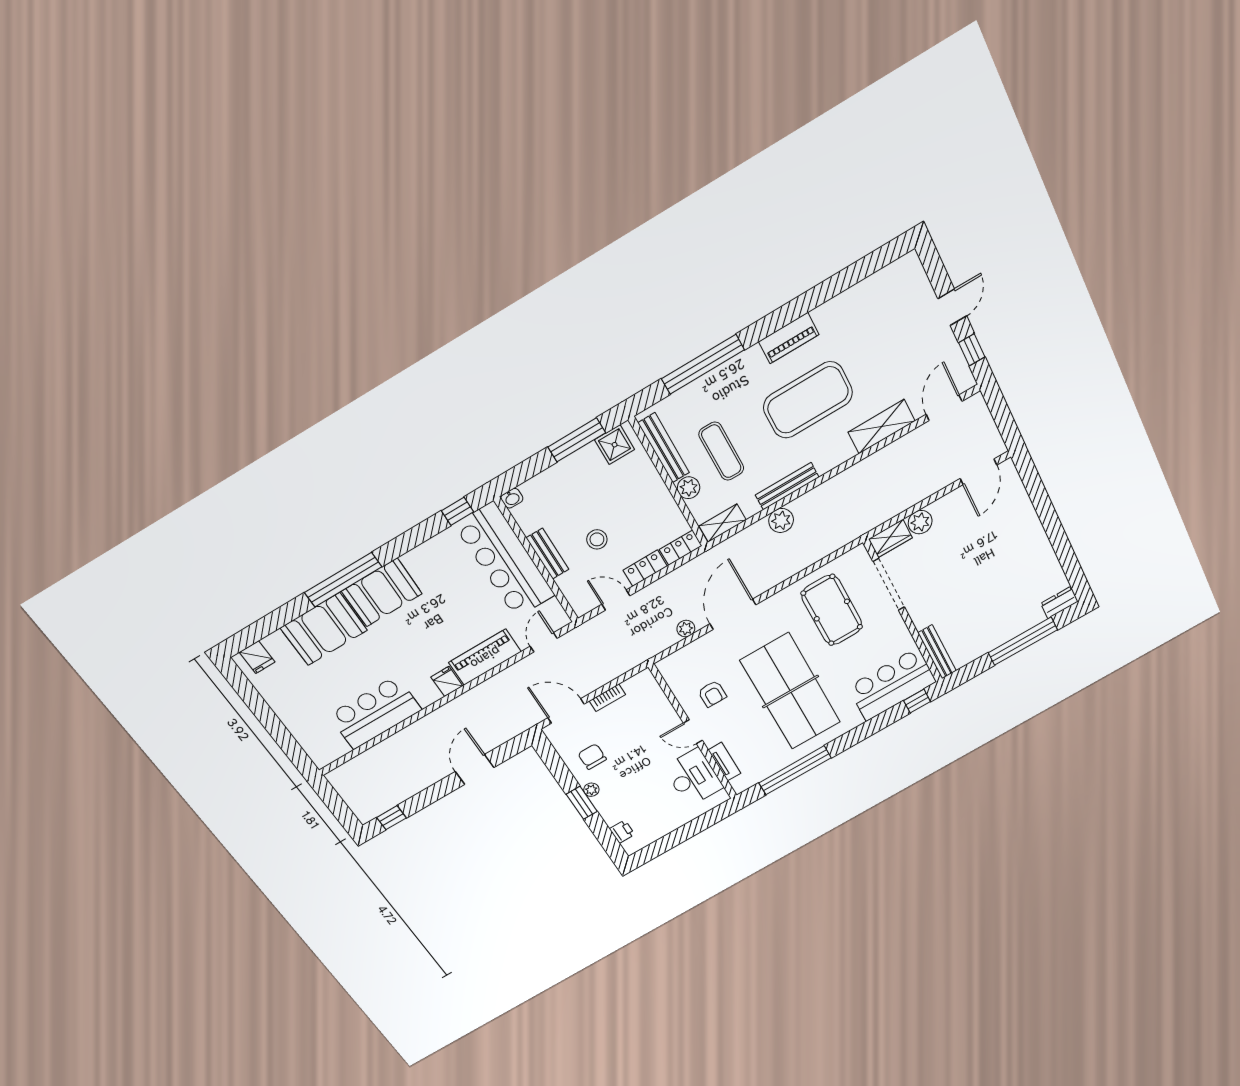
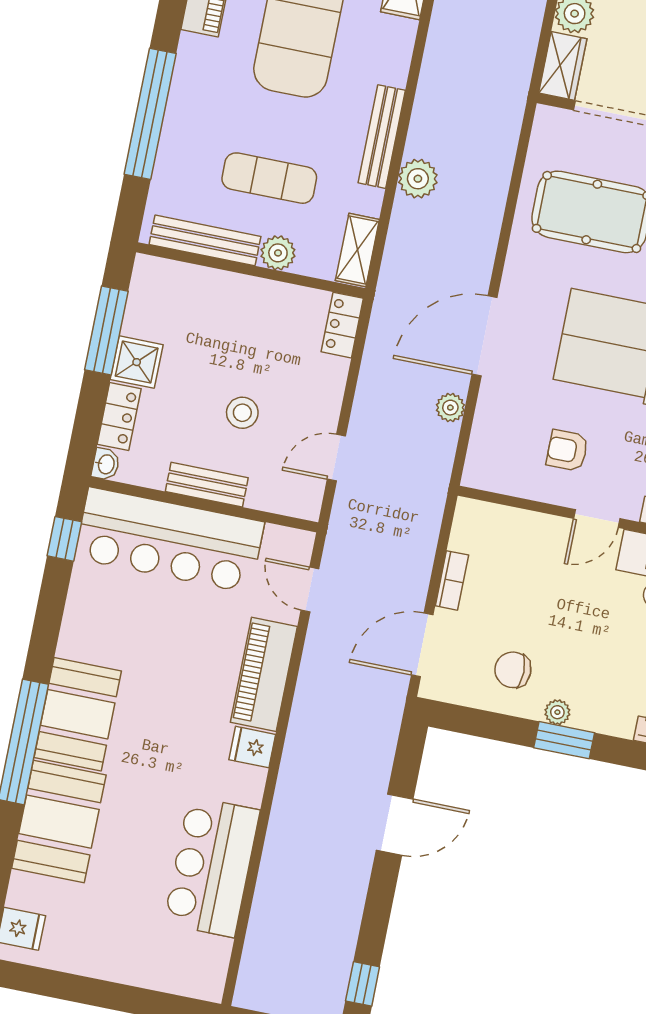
shower: (615, 445) -> (137, 362), moved
locker: (645, 568) -> (119, 416), moved, turned 180
door: (733, 614) -> (485, 336), hinge flipped
armchair: (712, 694) -> (567, 450), turned 180
door: (475, 770) -> (395, 825), swing flipped

